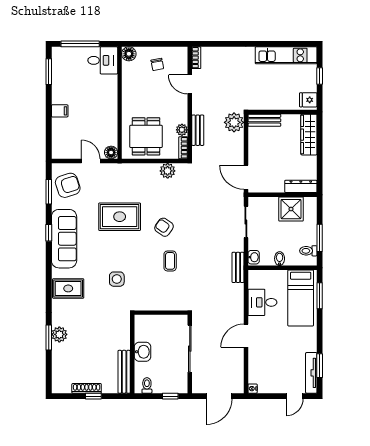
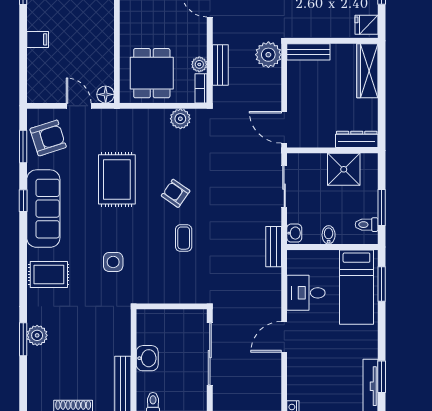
rug: (120, 217) -> (117, 179), turned 90

